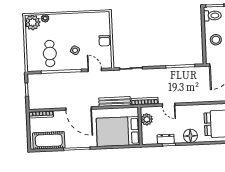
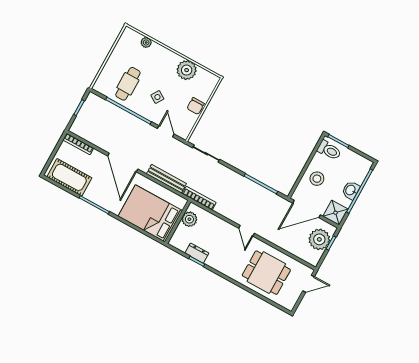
plant: (33, 22) -> (187, 70), moved
door: (169, 105) -> (246, 231), moved
floor lamp: (190, 136) -> (226, 266), removed

